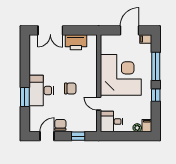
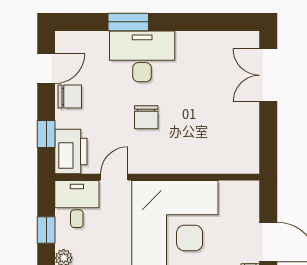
printer: (76, 42) -> (71, 151), moved, turned 180
door: (47, 136) -> (46, 68), hinge flipped
window: (124, 136) -> (46, 230), added

